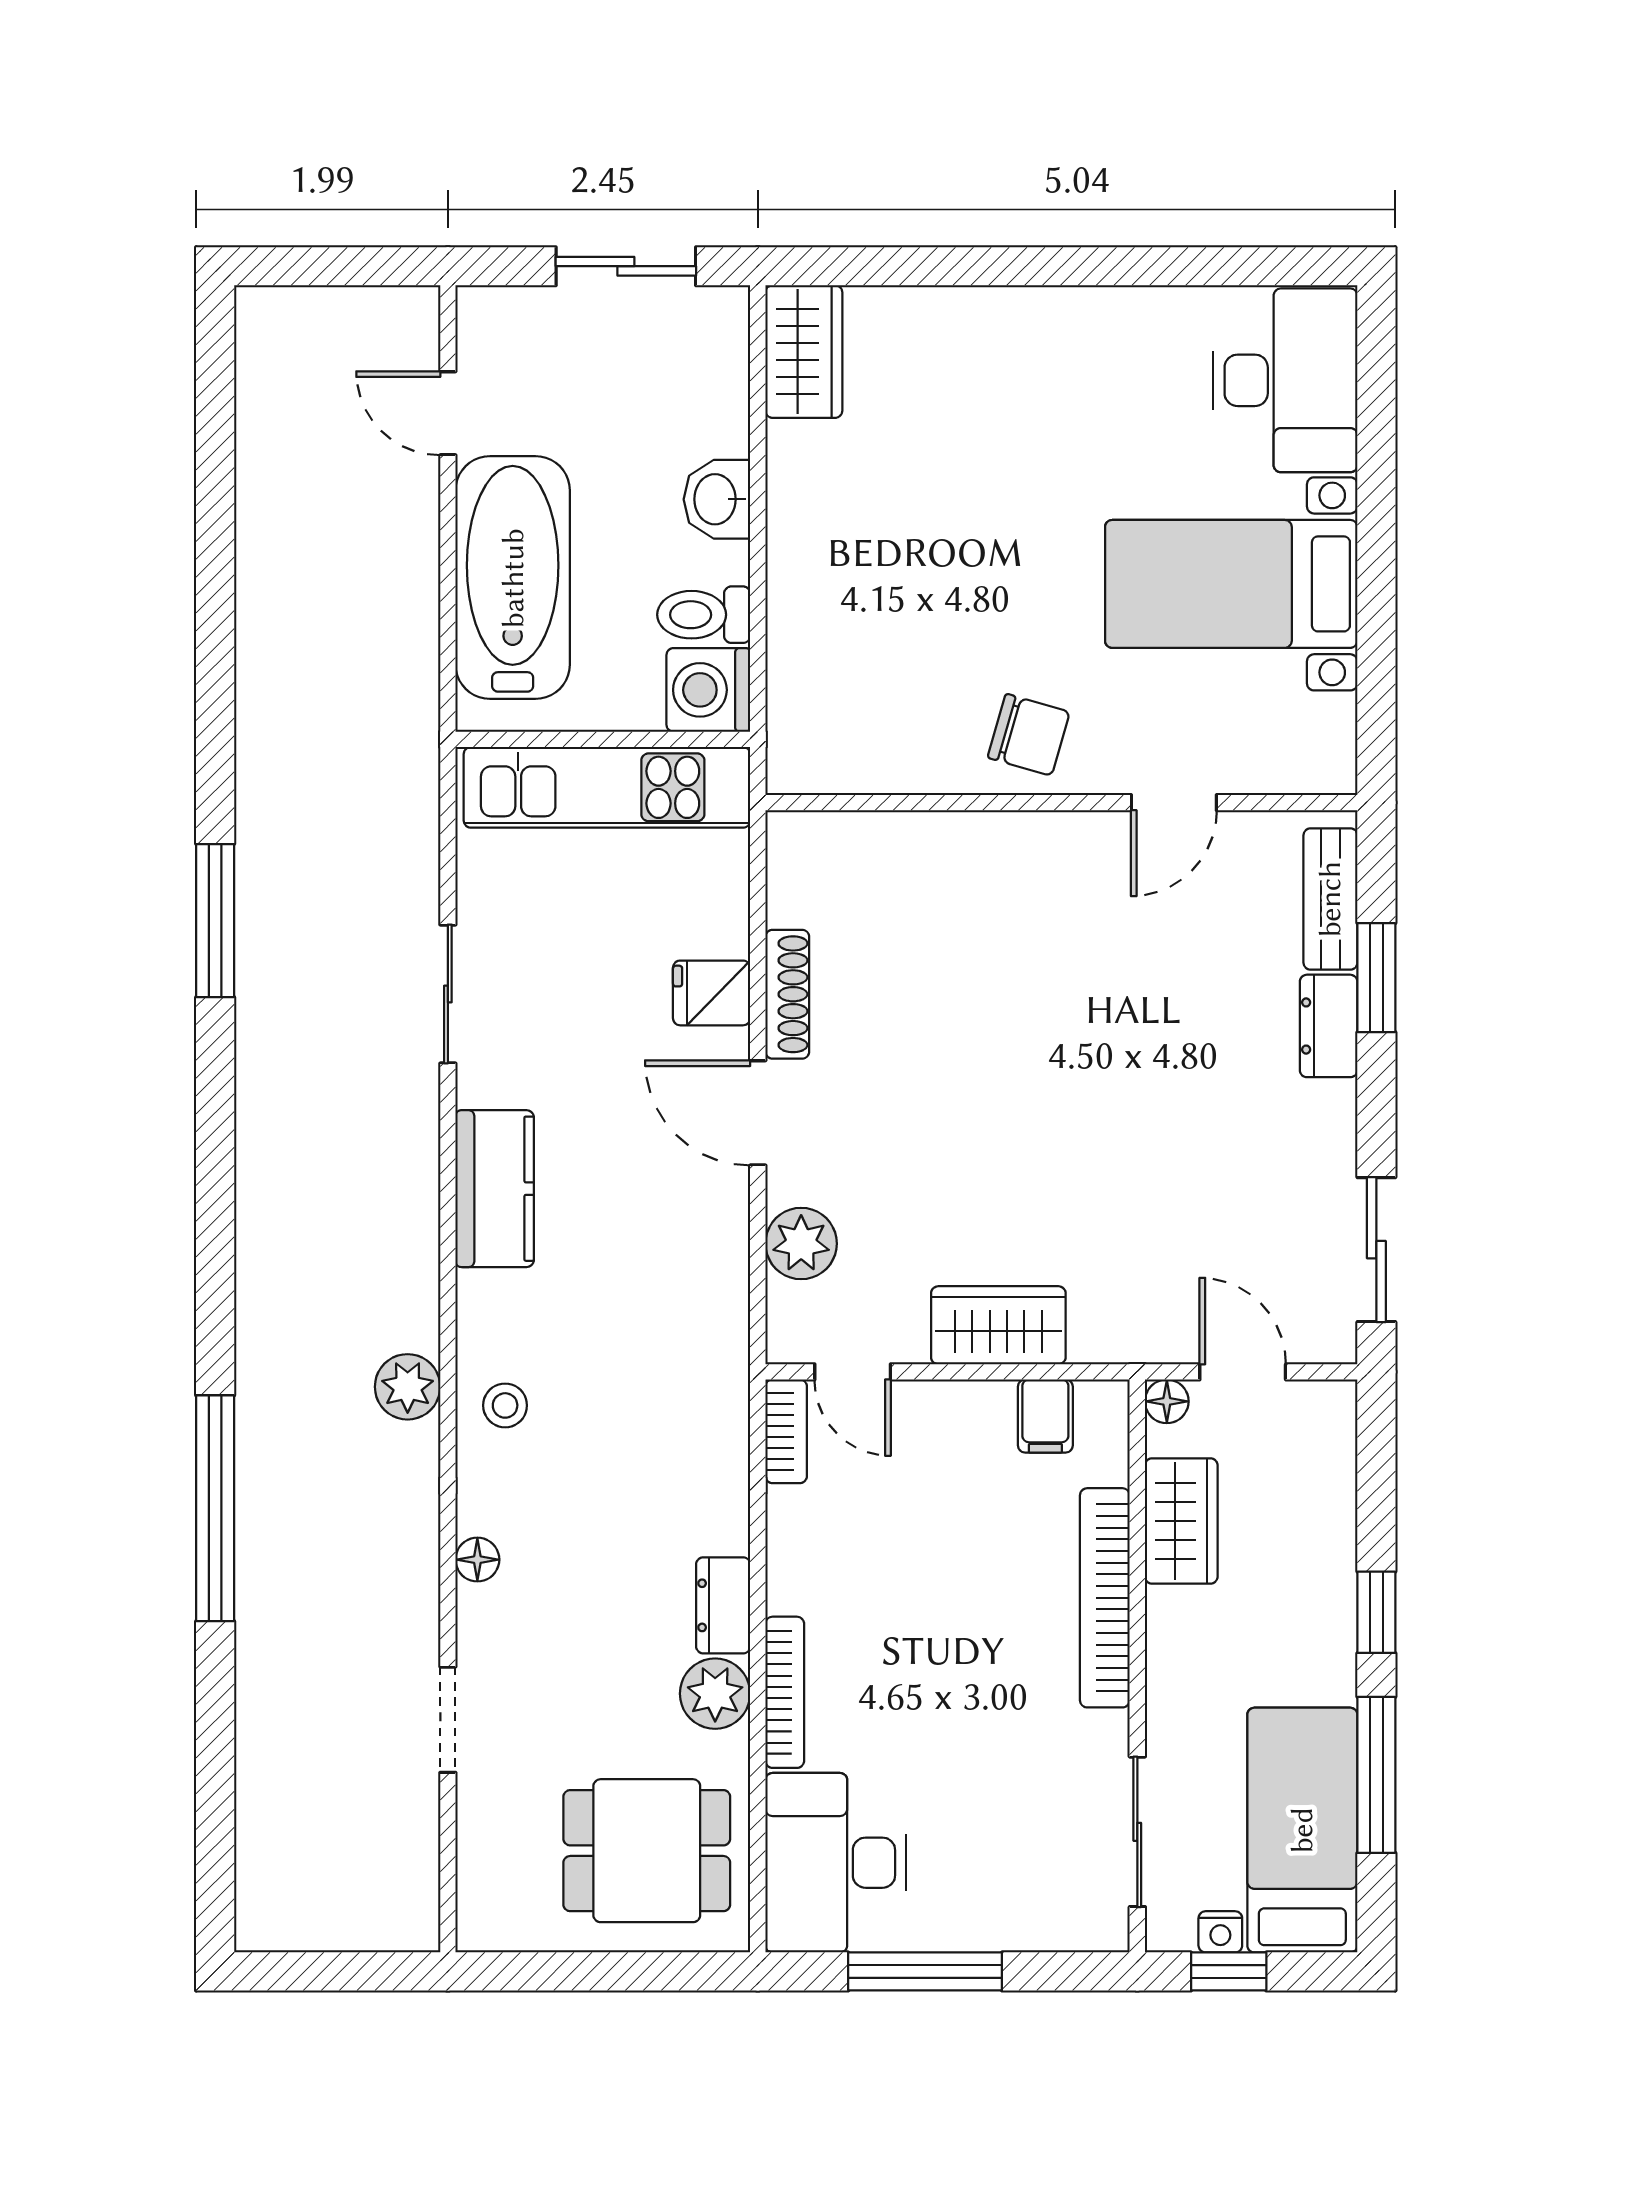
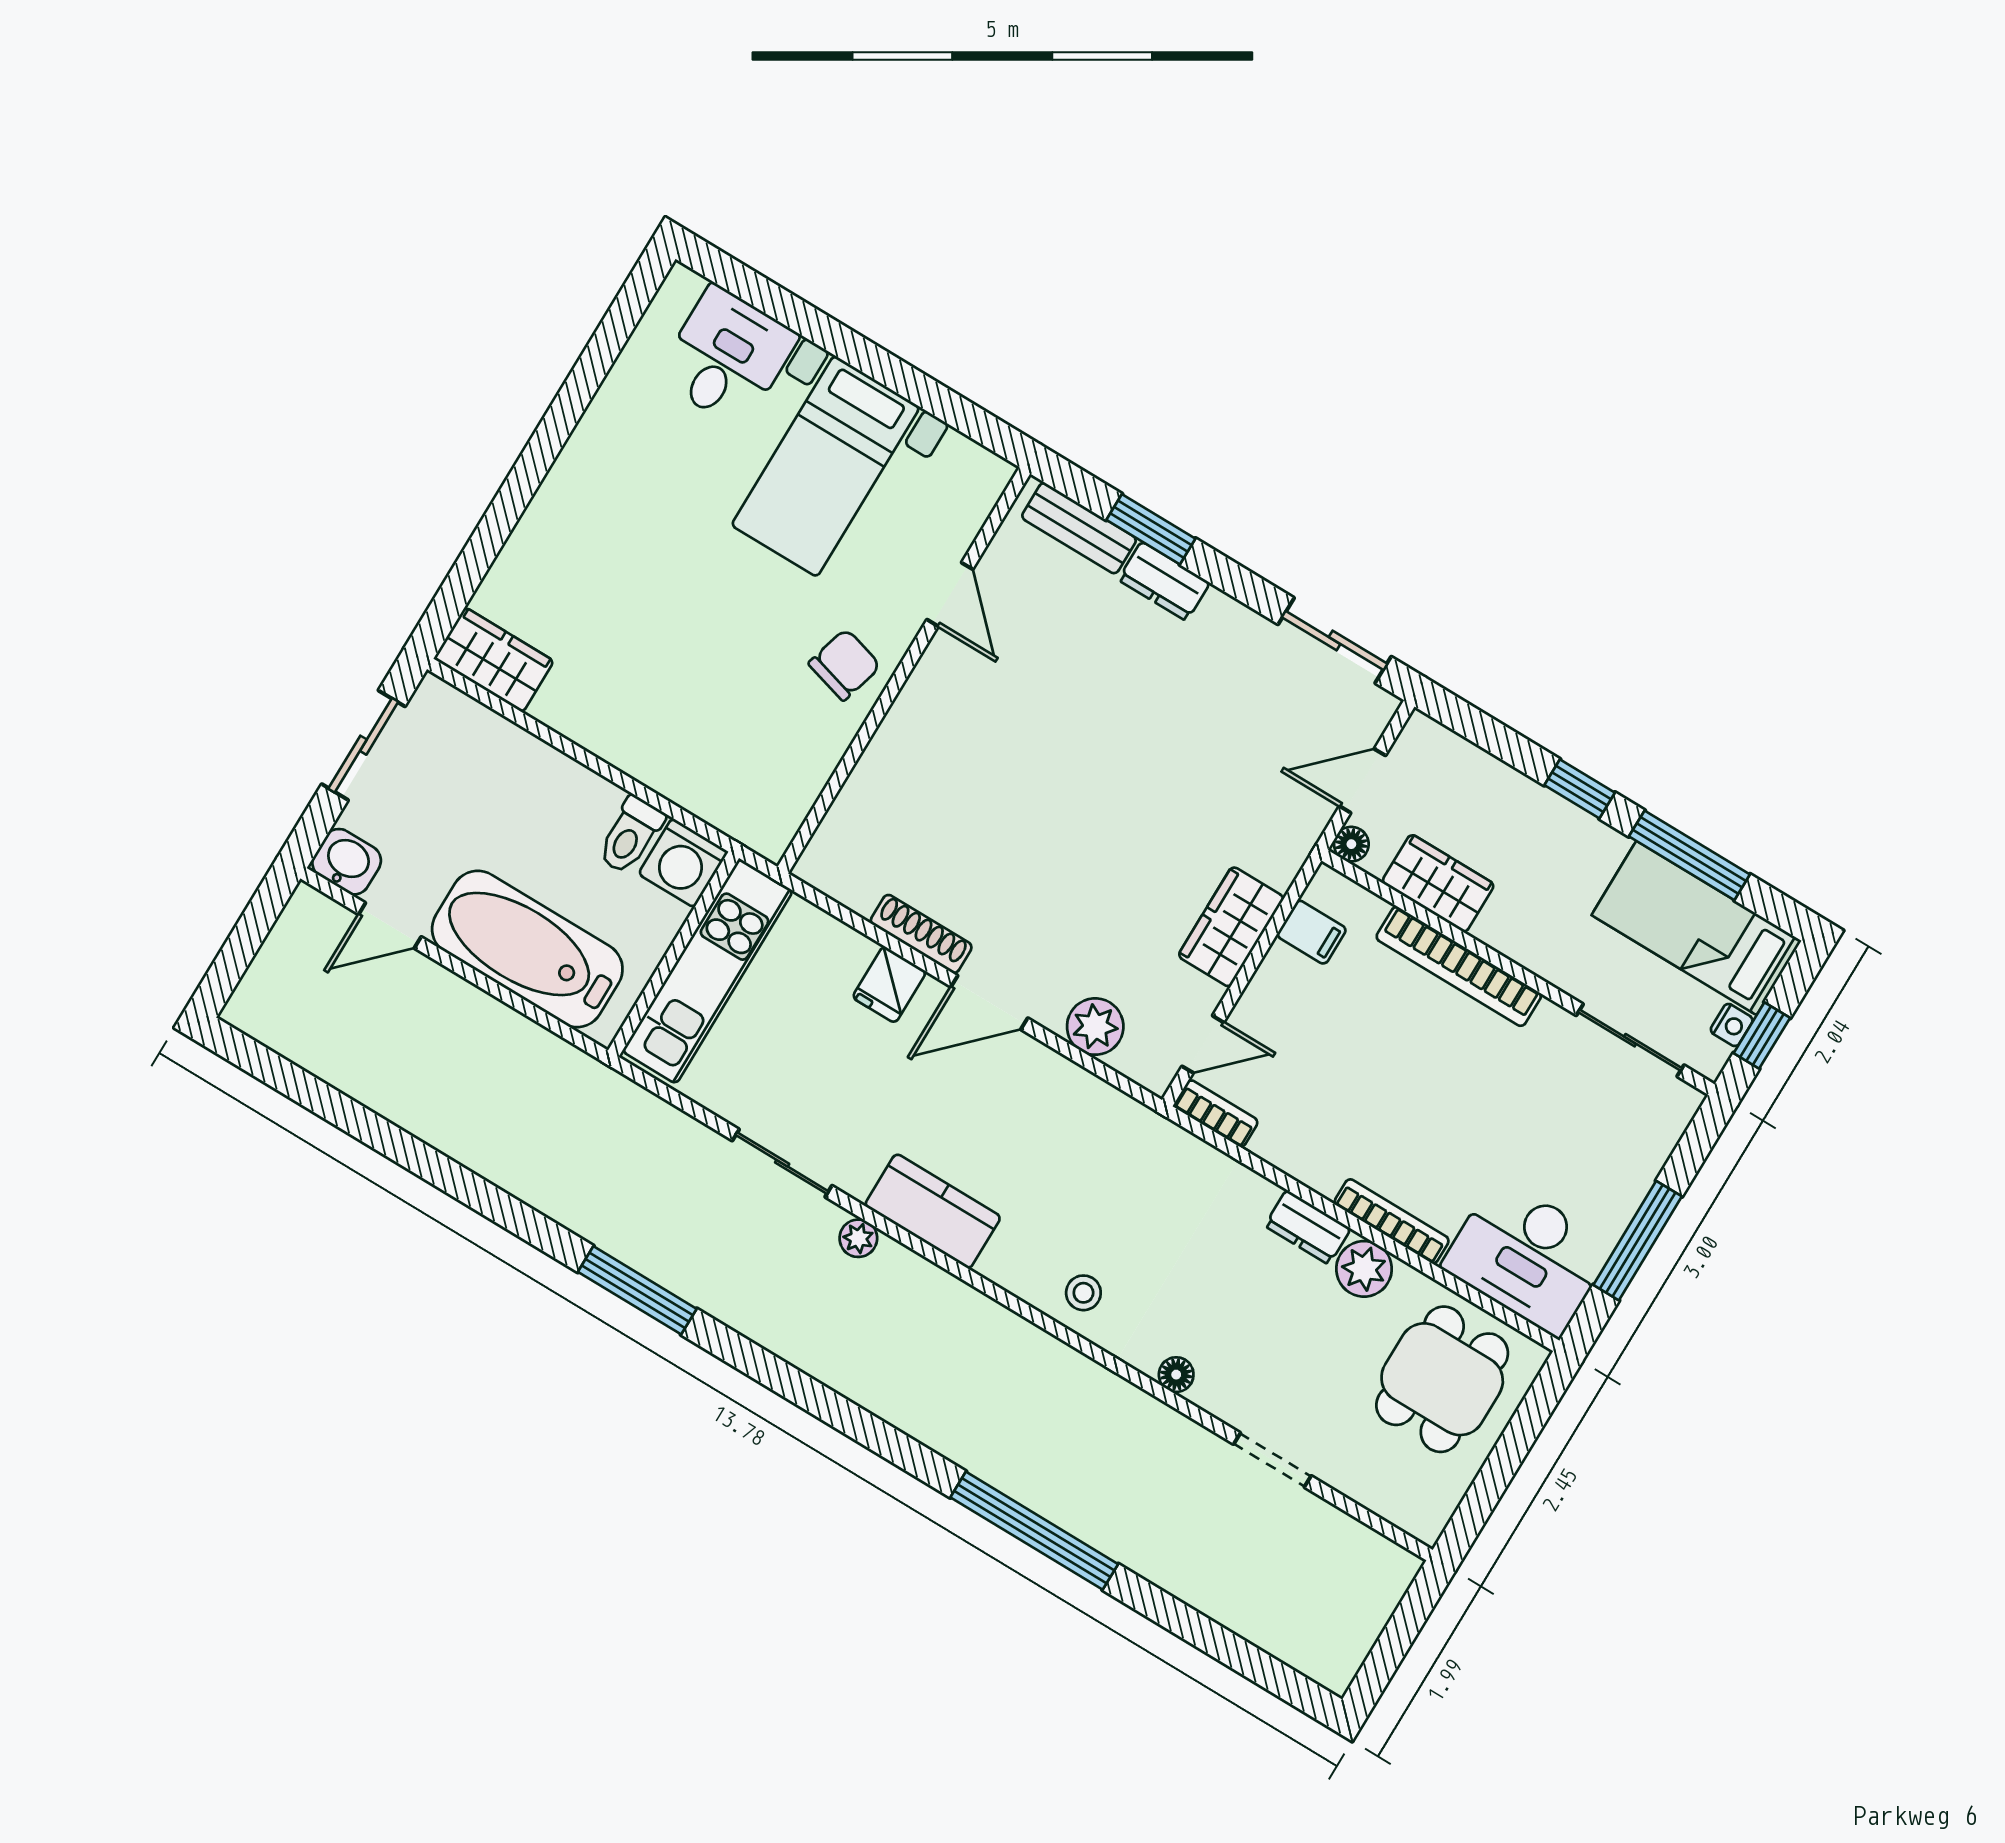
desk: (1285, 380) -> (727, 357), width x0.73
washbasin: (717, 499) -> (347, 862), moved, turned 180
plant: (408, 1387) -> (858, 1238), moved, width x0.73, depth x0.73

